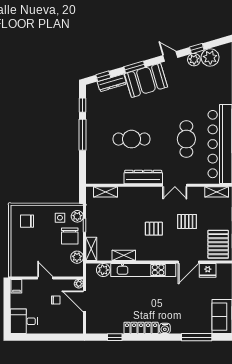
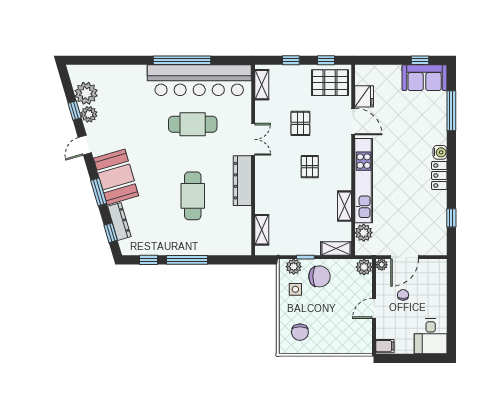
plant: (77, 257) -> (364, 267), moved
locker: (141, 328) -> (439, 175), width x0.66

